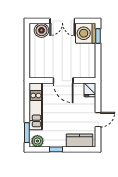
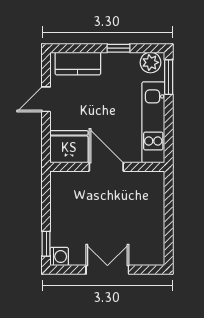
boiler: (41, 30) -> (144, 253), removed
washing machine: (86, 33) -> (59, 257), width x0.53, depth x0.53
fridge: (90, 90) -> (69, 147), width x1.88, depth x1.34

